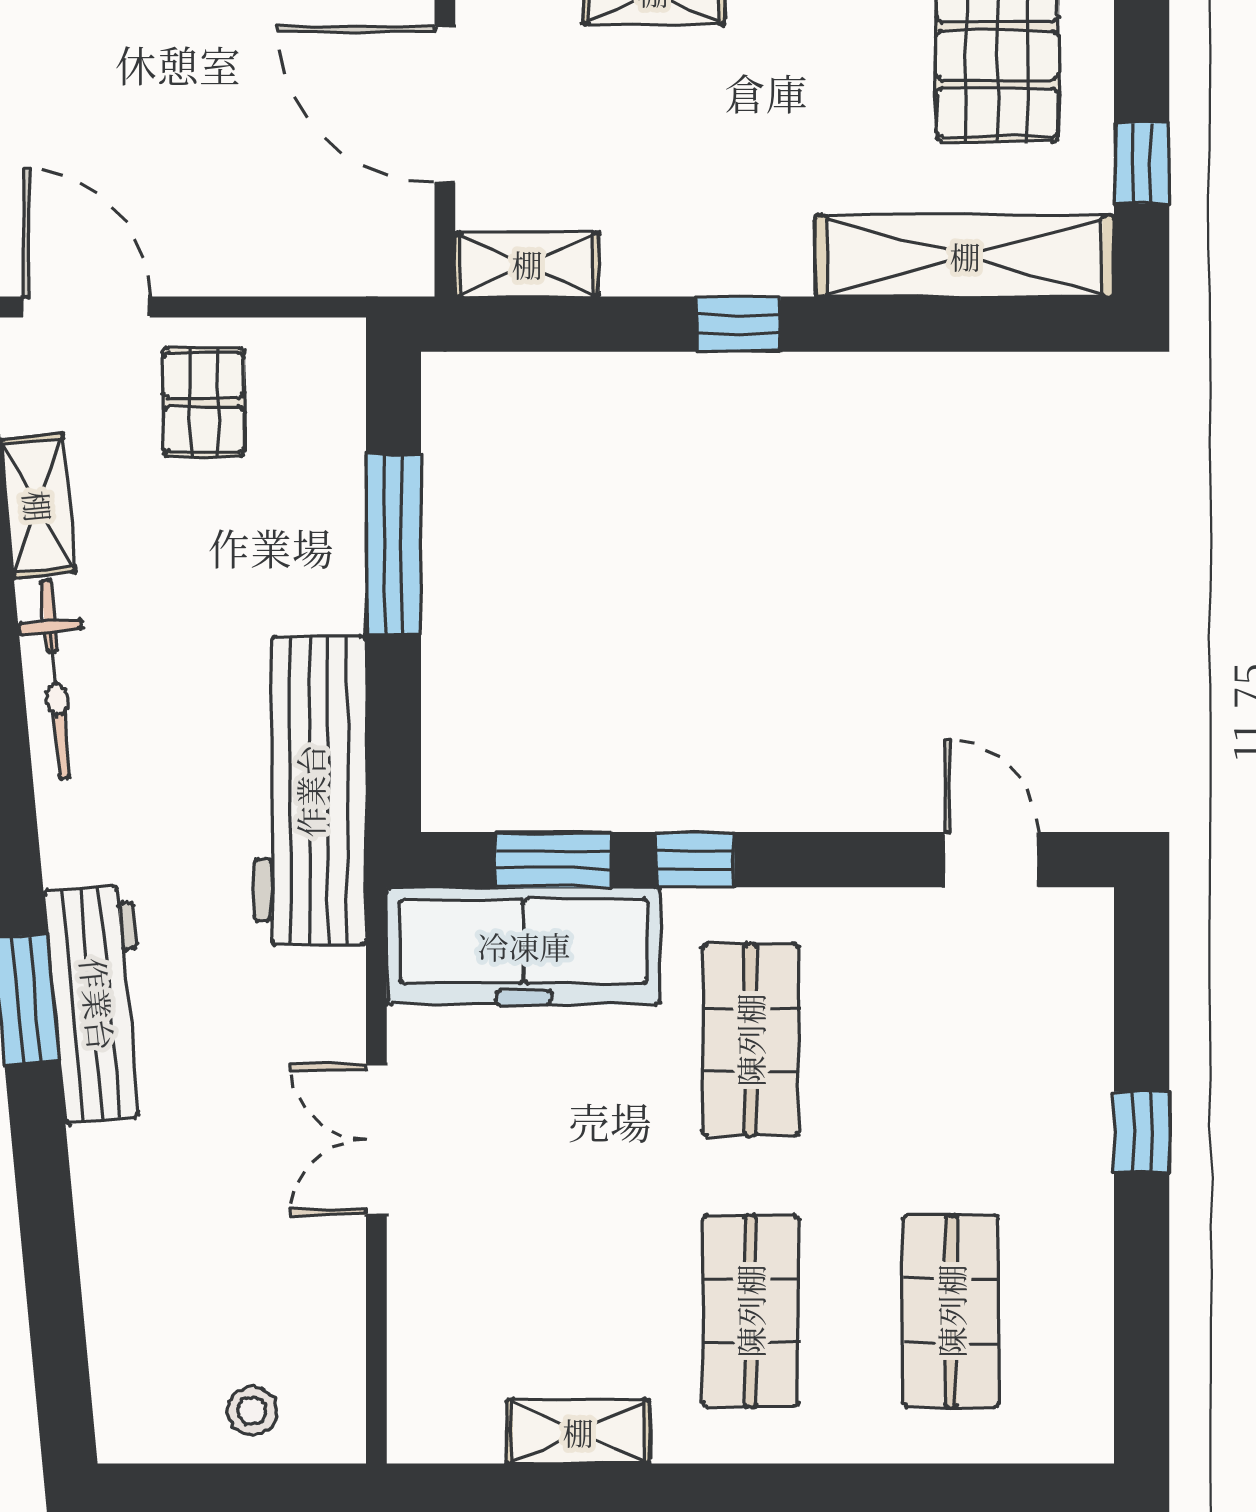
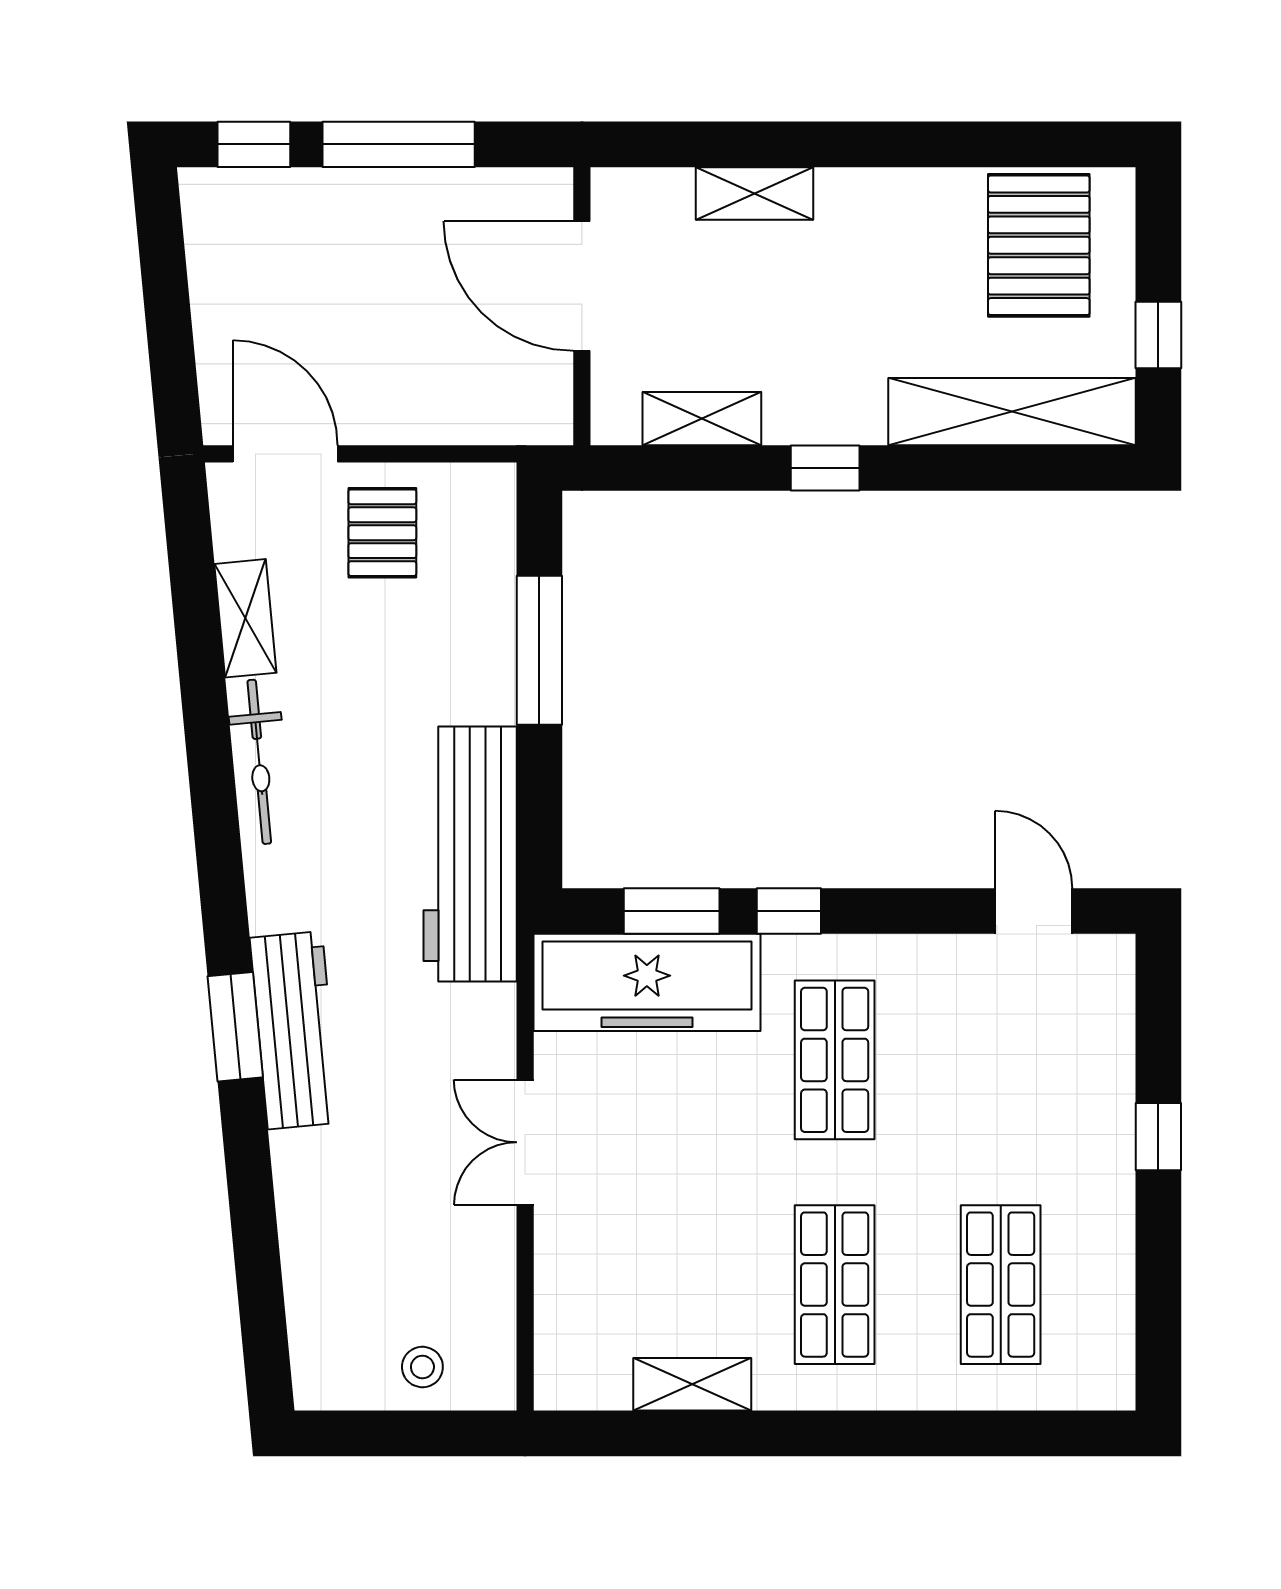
shelving: (527, 264) -> (702, 419), moved

